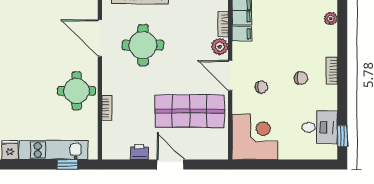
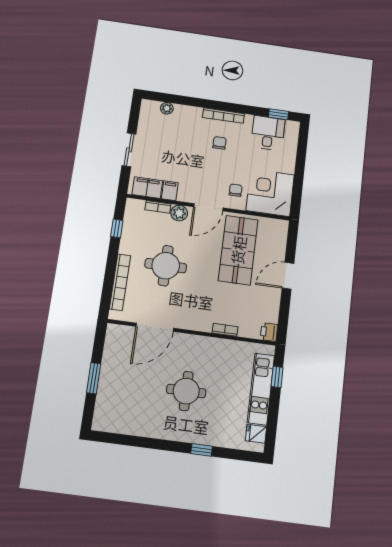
round table: (143, 45) -> (166, 266), moved
bookcase: (332, 71) -> (223, 116), width x1.56
chair: (262, 87) -> (236, 190), moved
round table: (77, 91) -> (186, 391), moved
printer: (139, 152) -> (269, 332), moved

